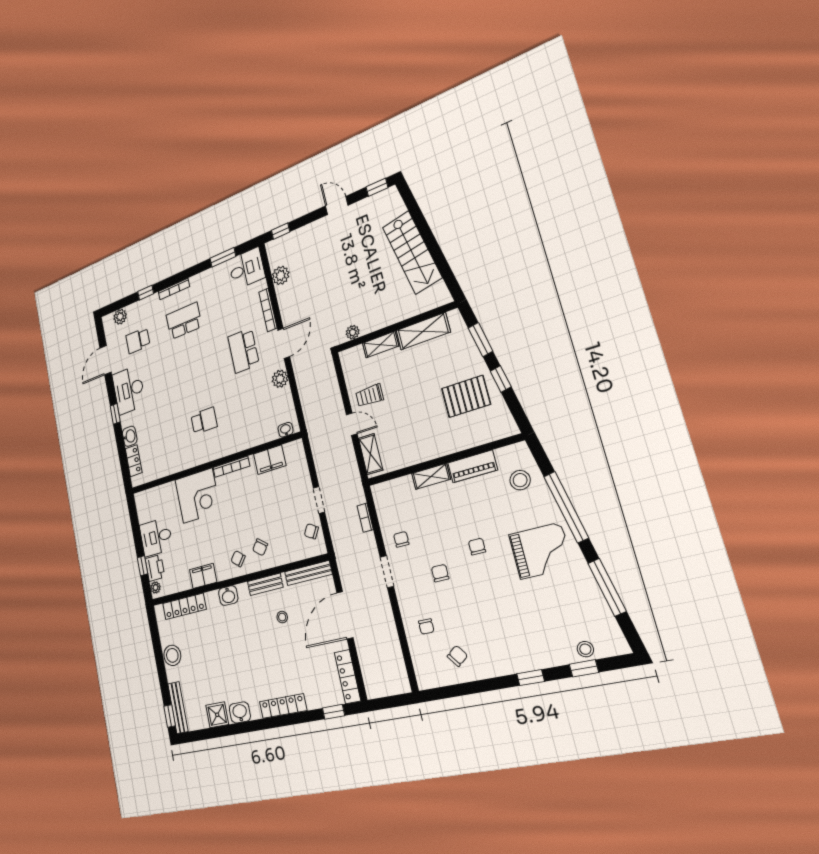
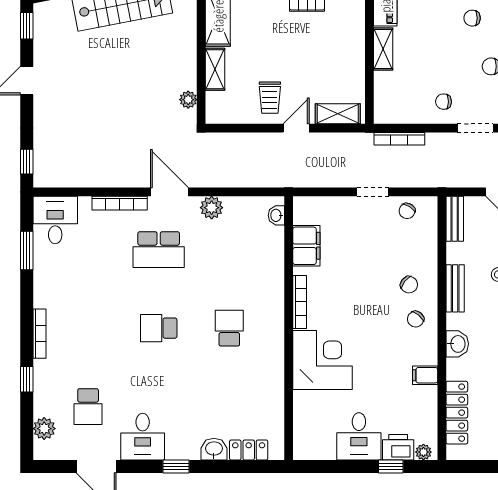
plant: (281, 275) -> (83, 175), removed
school desk: (184, 321) -> (159, 328), moved, width x0.54
desk: (129, 390) -> (143, 437), width x0.73
bookcase: (365, 518) -> (399, 139), width x1.56
bench: (308, 573) -> (455, 219), width x0.73
filing cabinet: (203, 576) -> (425, 375), width x0.50

